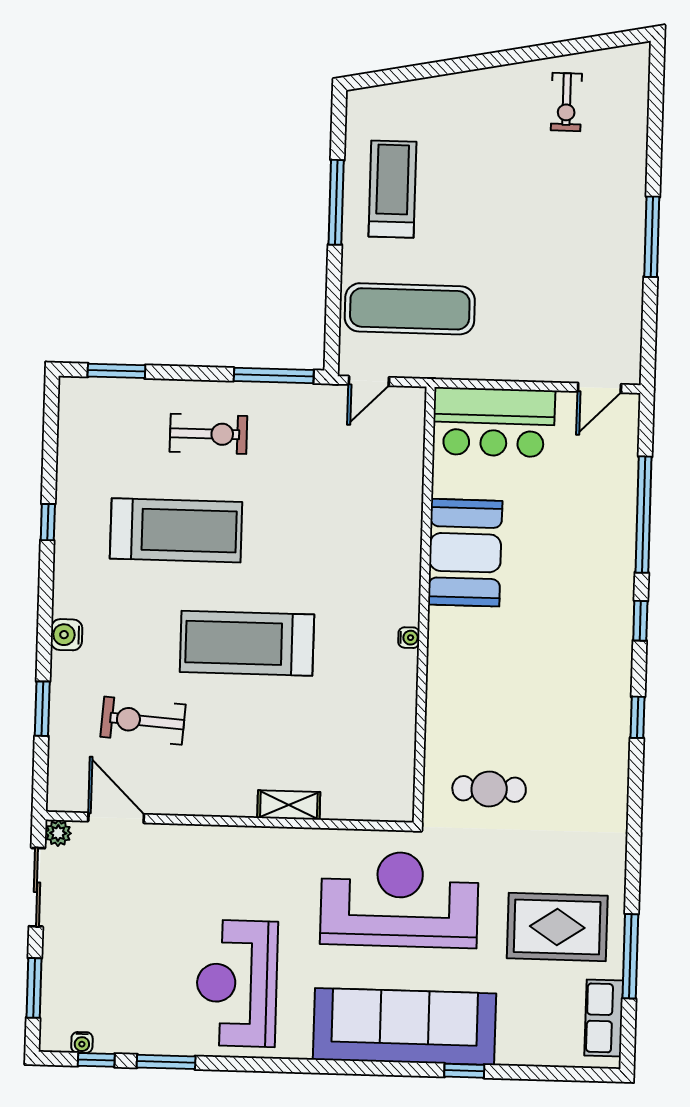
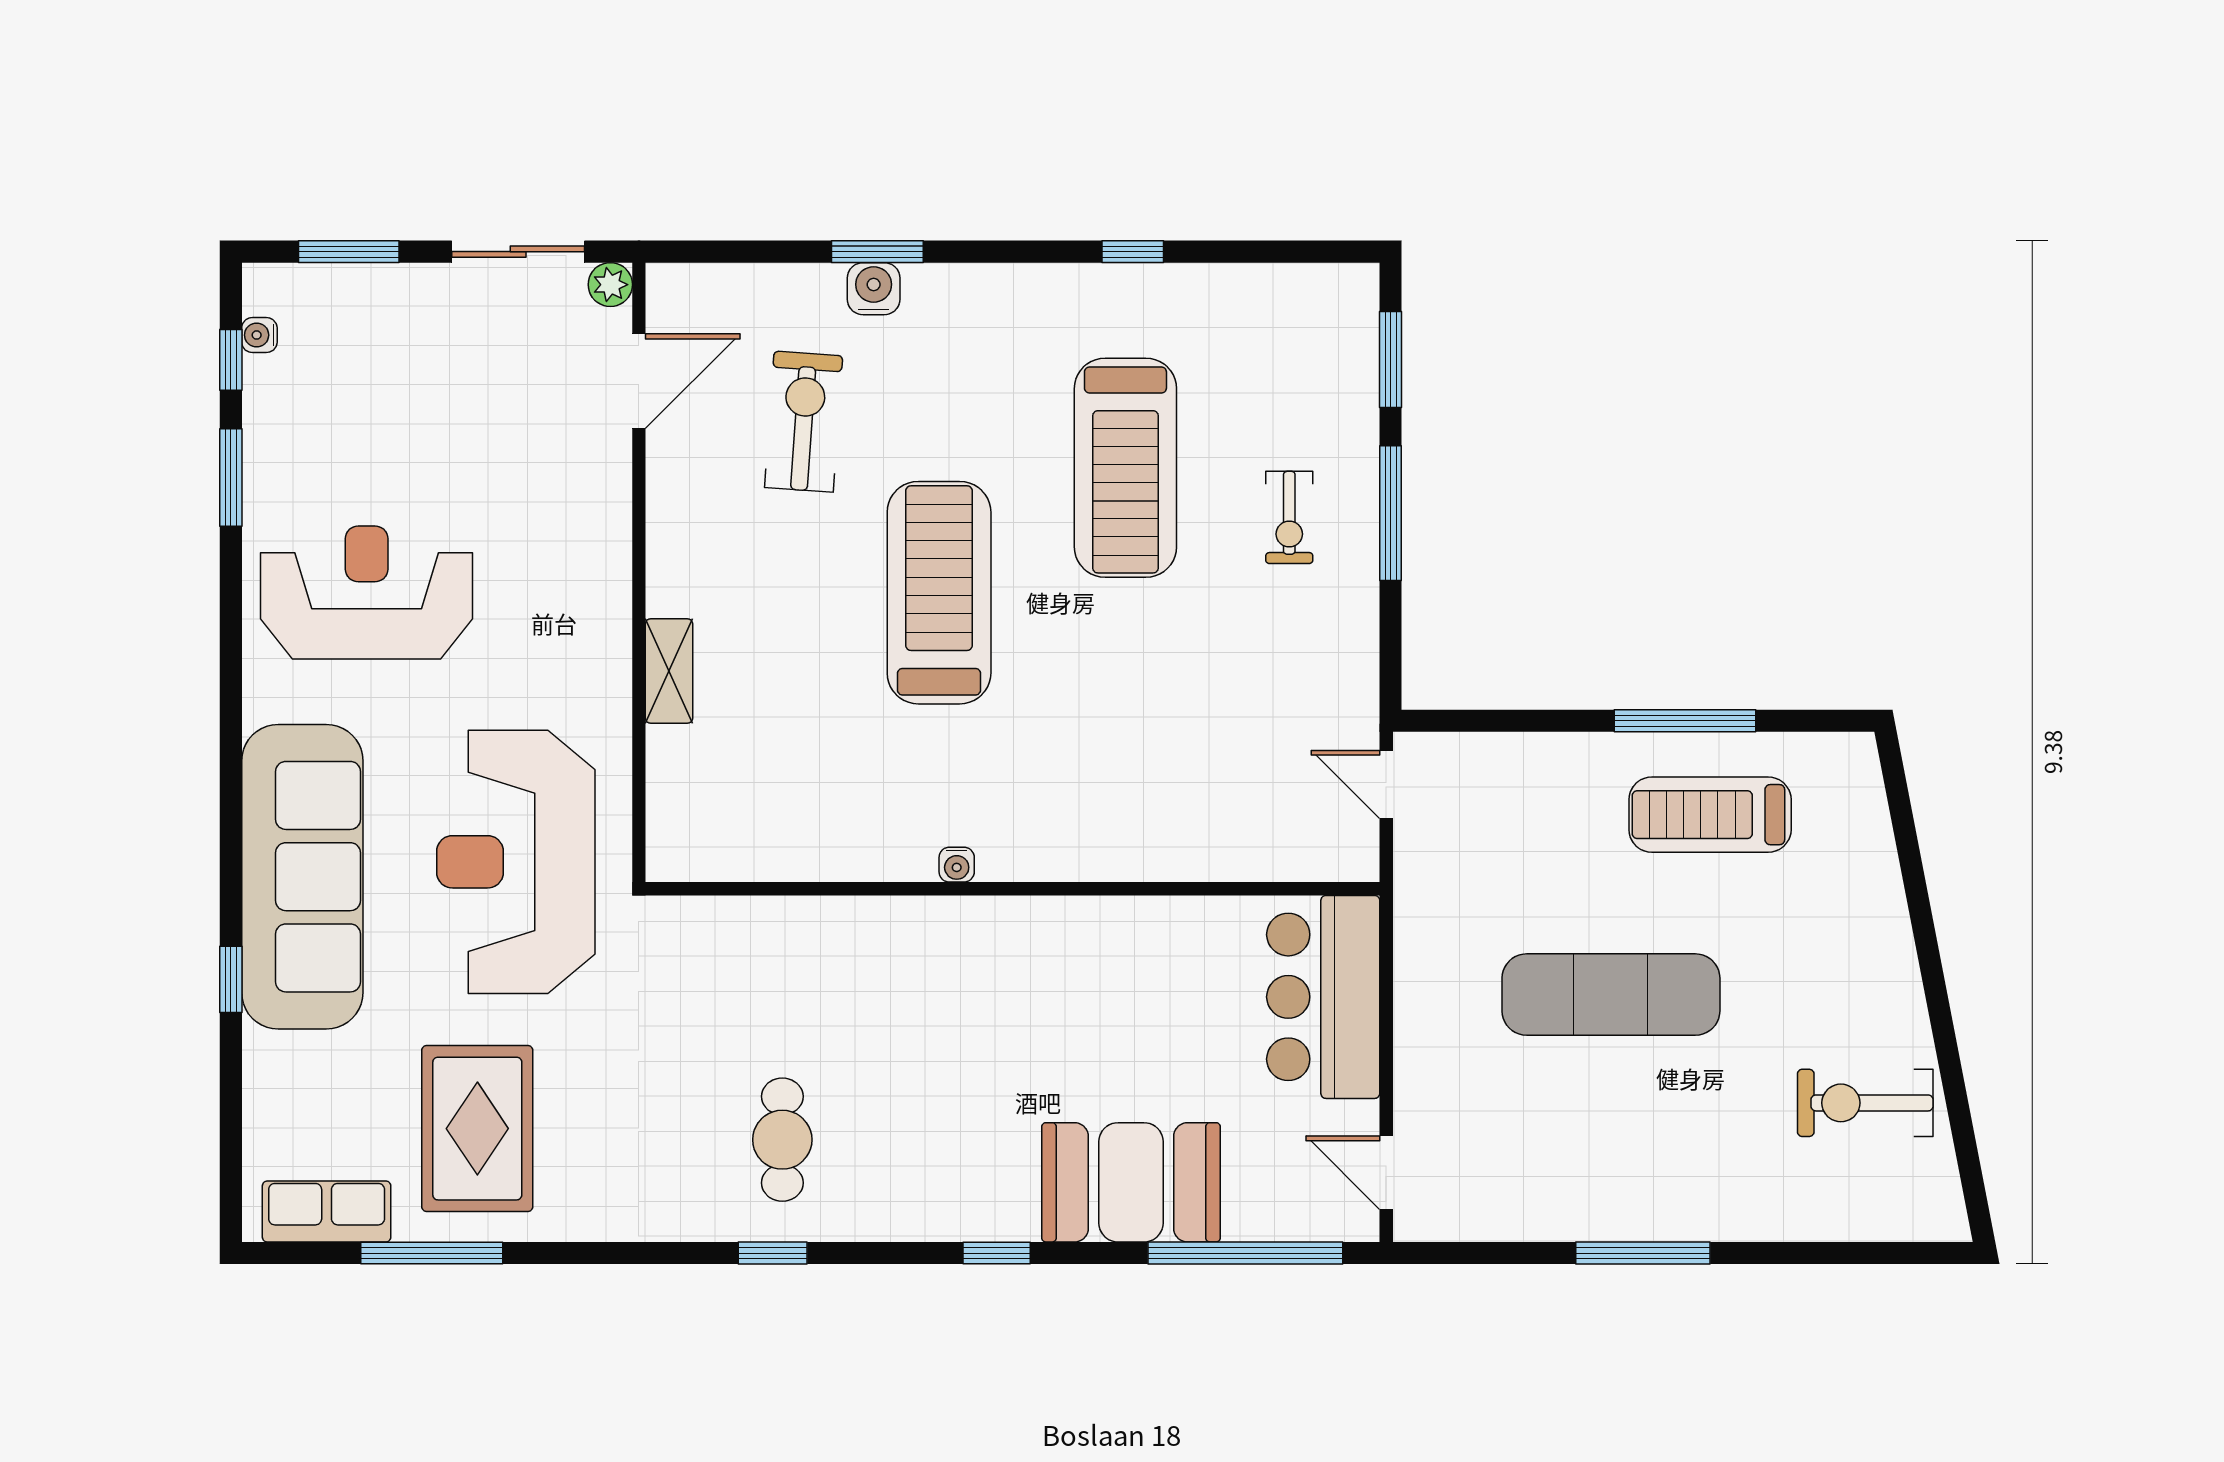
exercise bike: (566, 102) -> (1865, 1103), width x1.38, depth x1.39
treadmill: (392, 189) -> (1710, 815), turned 180
exercise mat: (410, 309) -> (1611, 995), moved, turned 90
window: (274, 376) -> (1391, 513), moved
exercise bike: (208, 434) -> (1289, 517), width x0.73, depth x0.72
window: (643, 515) -> (1245, 1253), moved
booth: (465, 553) -> (1131, 1182), moved
water cooler: (66, 635) -> (874, 289), moved
window: (42, 709) -> (877, 252), moved
window: (637, 717) -> (773, 1253), moved
cafe table: (489, 789) -> (782, 1140), moved
reception desk: (399, 899) -> (516, 862), turned 180

